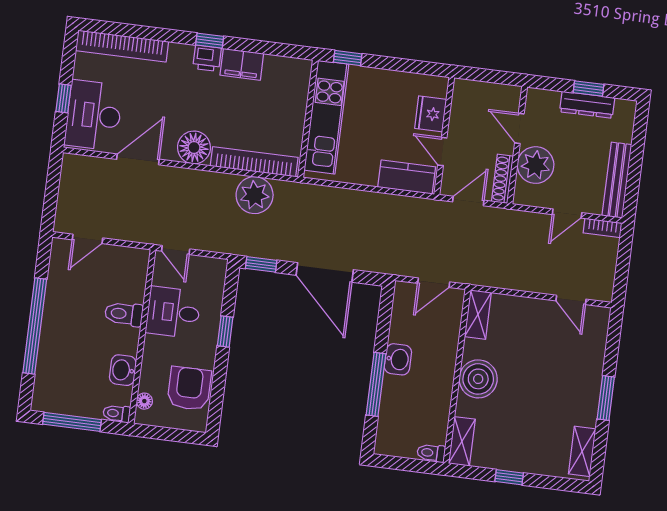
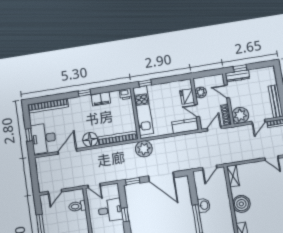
printer: (207, 58) -> (126, 94), moved
window: (589, 89) -> (240, 68), moved
dresser: (587, 105) -> (237, 76), moved
plant: (462, 114) -> (201, 92), added
plant: (536, 165) -> (240, 115), moved
plant: (255, 195) -> (144, 149), moved
desk: (173, 312) -> (110, 210), moved, turned 180
toilet: (124, 314) -> (77, 206), moved

